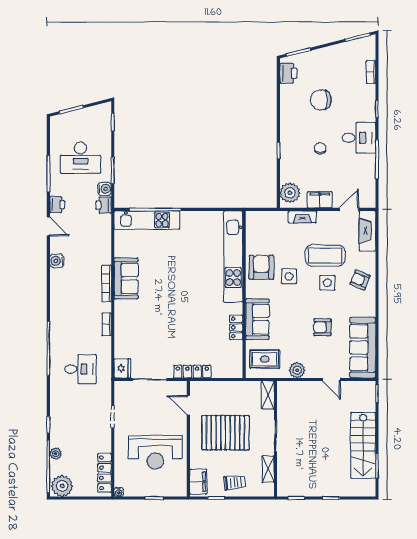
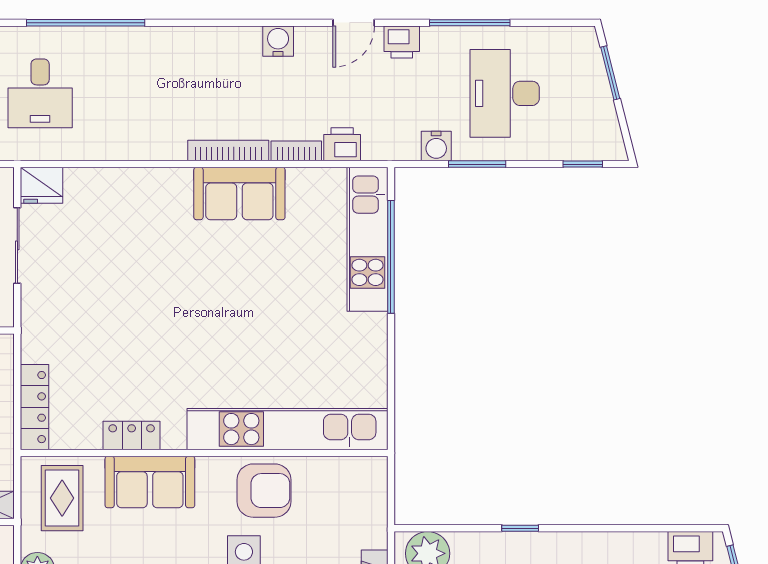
printer: (104, 205) -> (342, 144), moved
bookcase: (107, 324) -> (296, 151), moved
locker: (192, 372) -> (35, 407), moved

